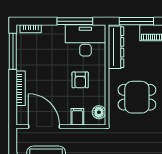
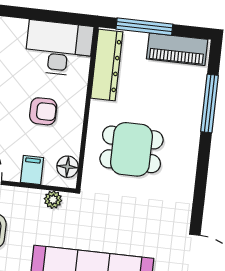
window: (75, 21) -> (45, 15), removed
armchair: (80, 80) -> (43, 111), turned -90
plant: (92, 133) -> (53, 200), added

